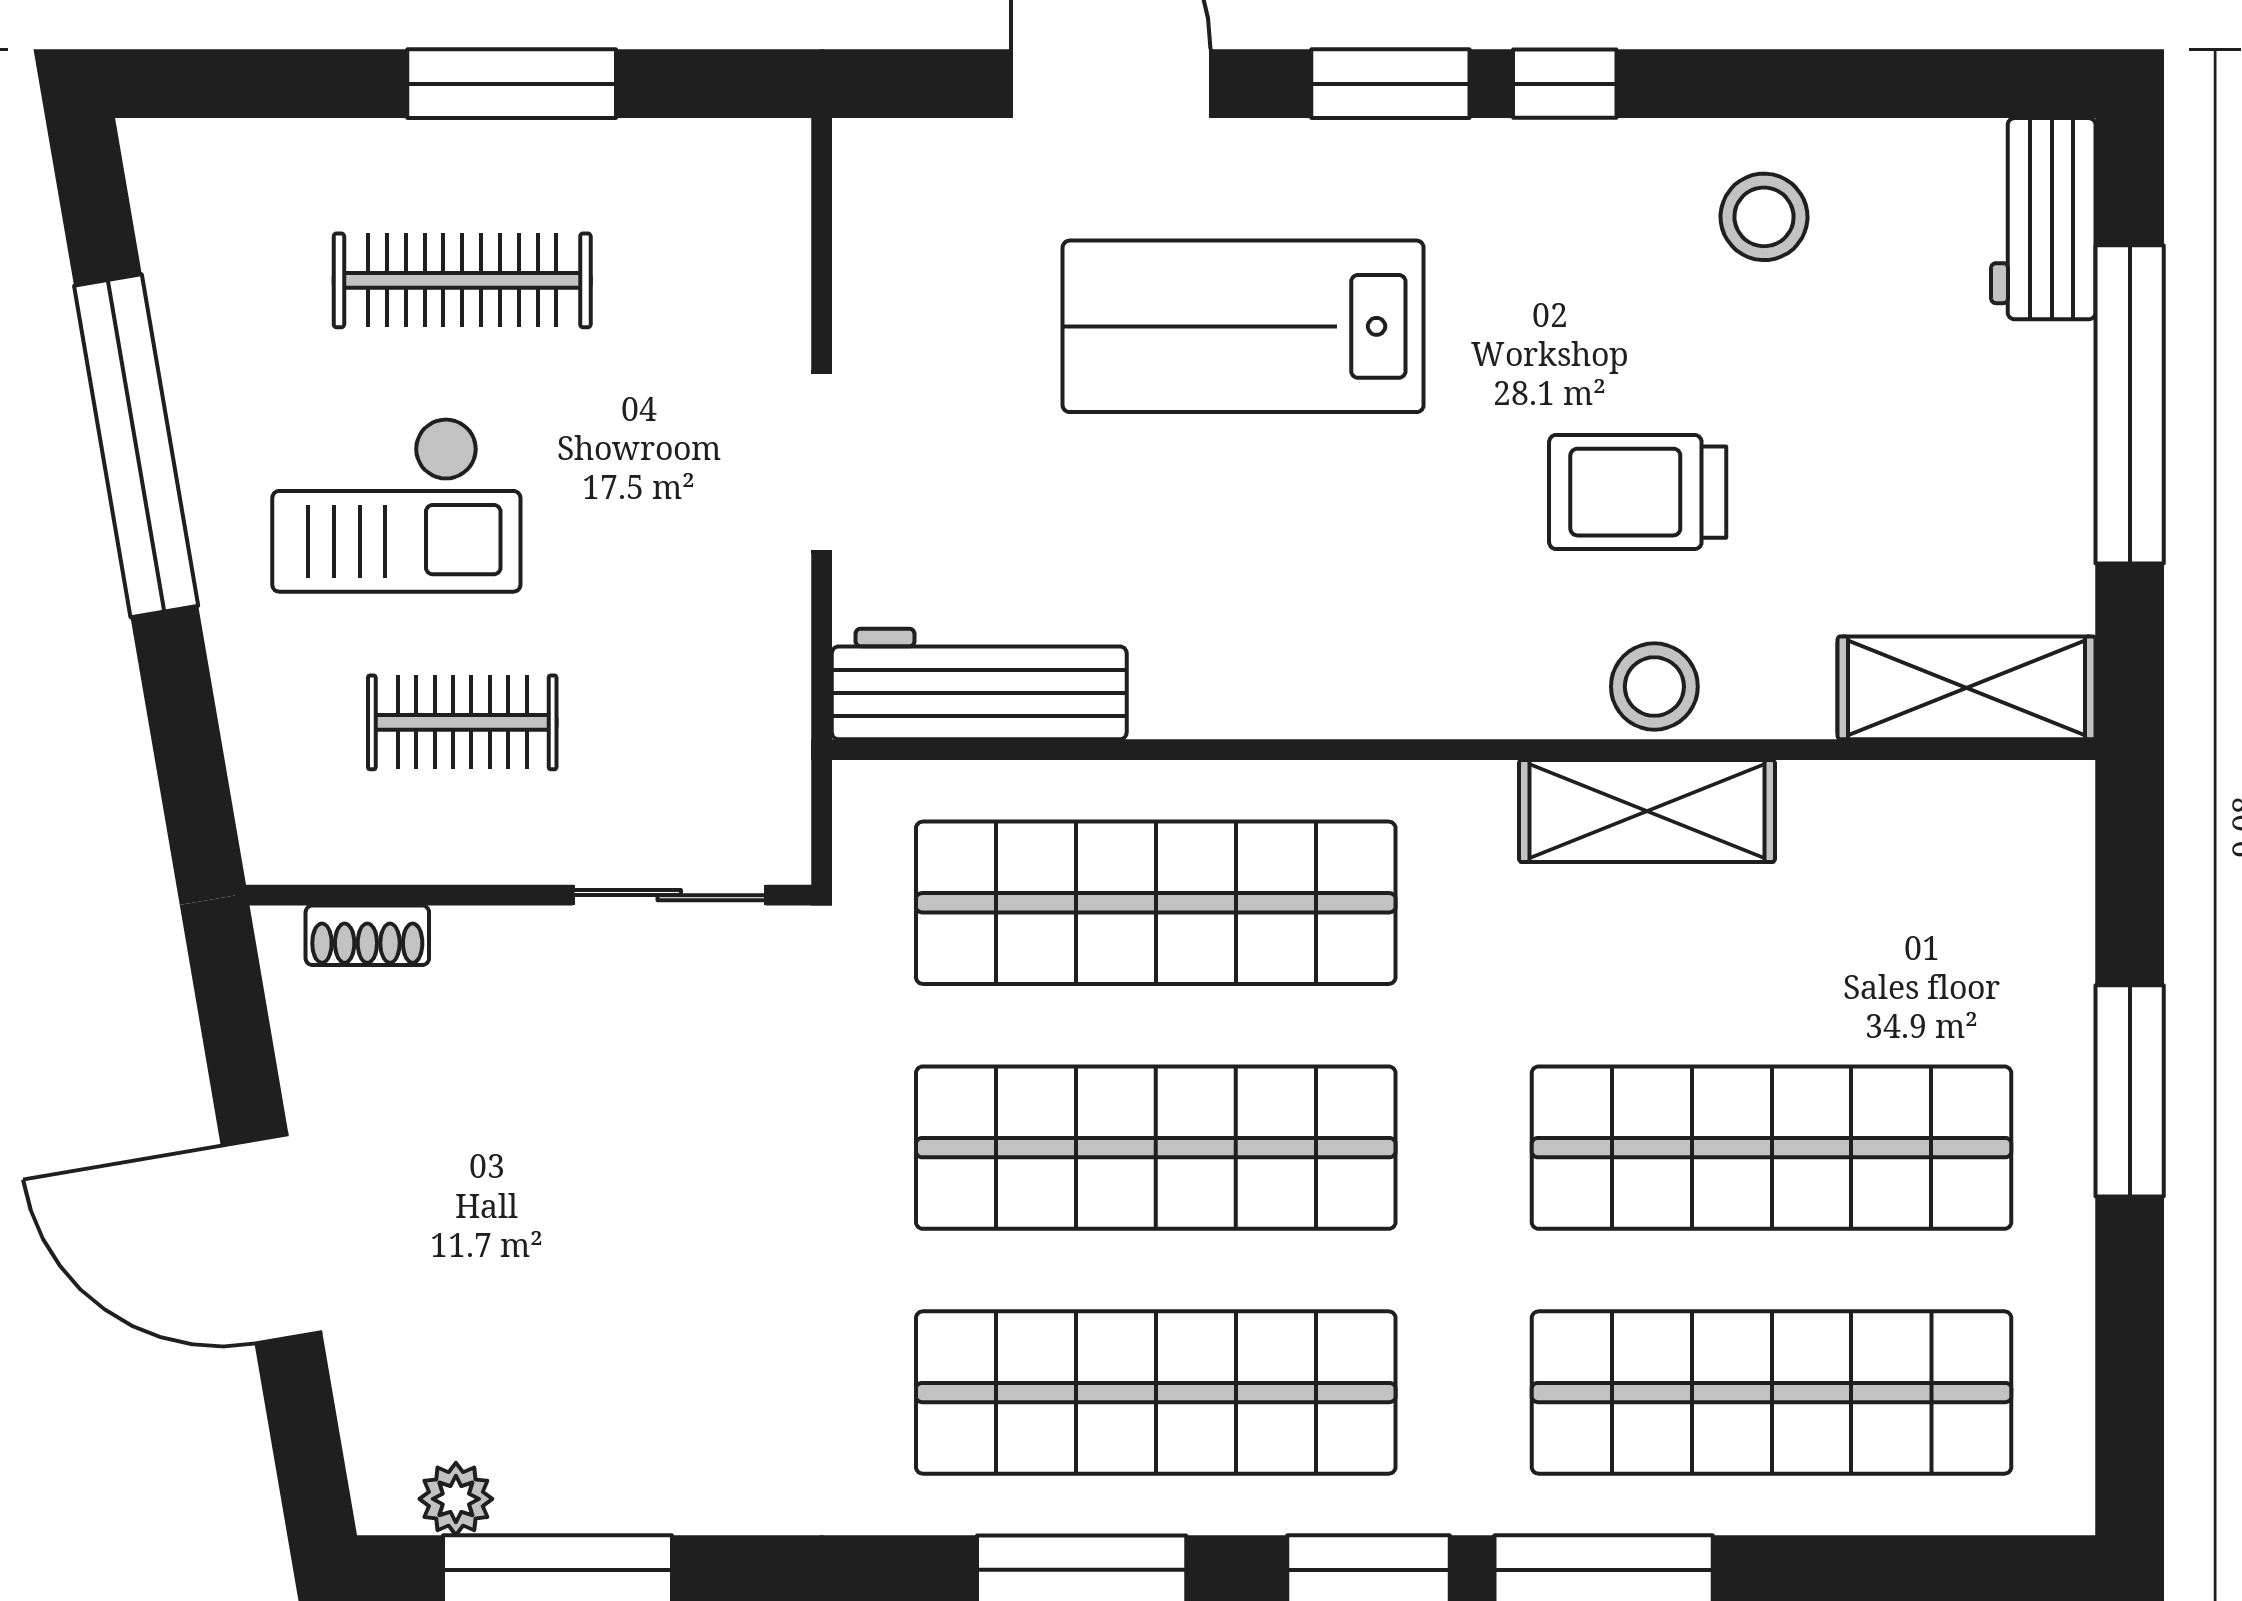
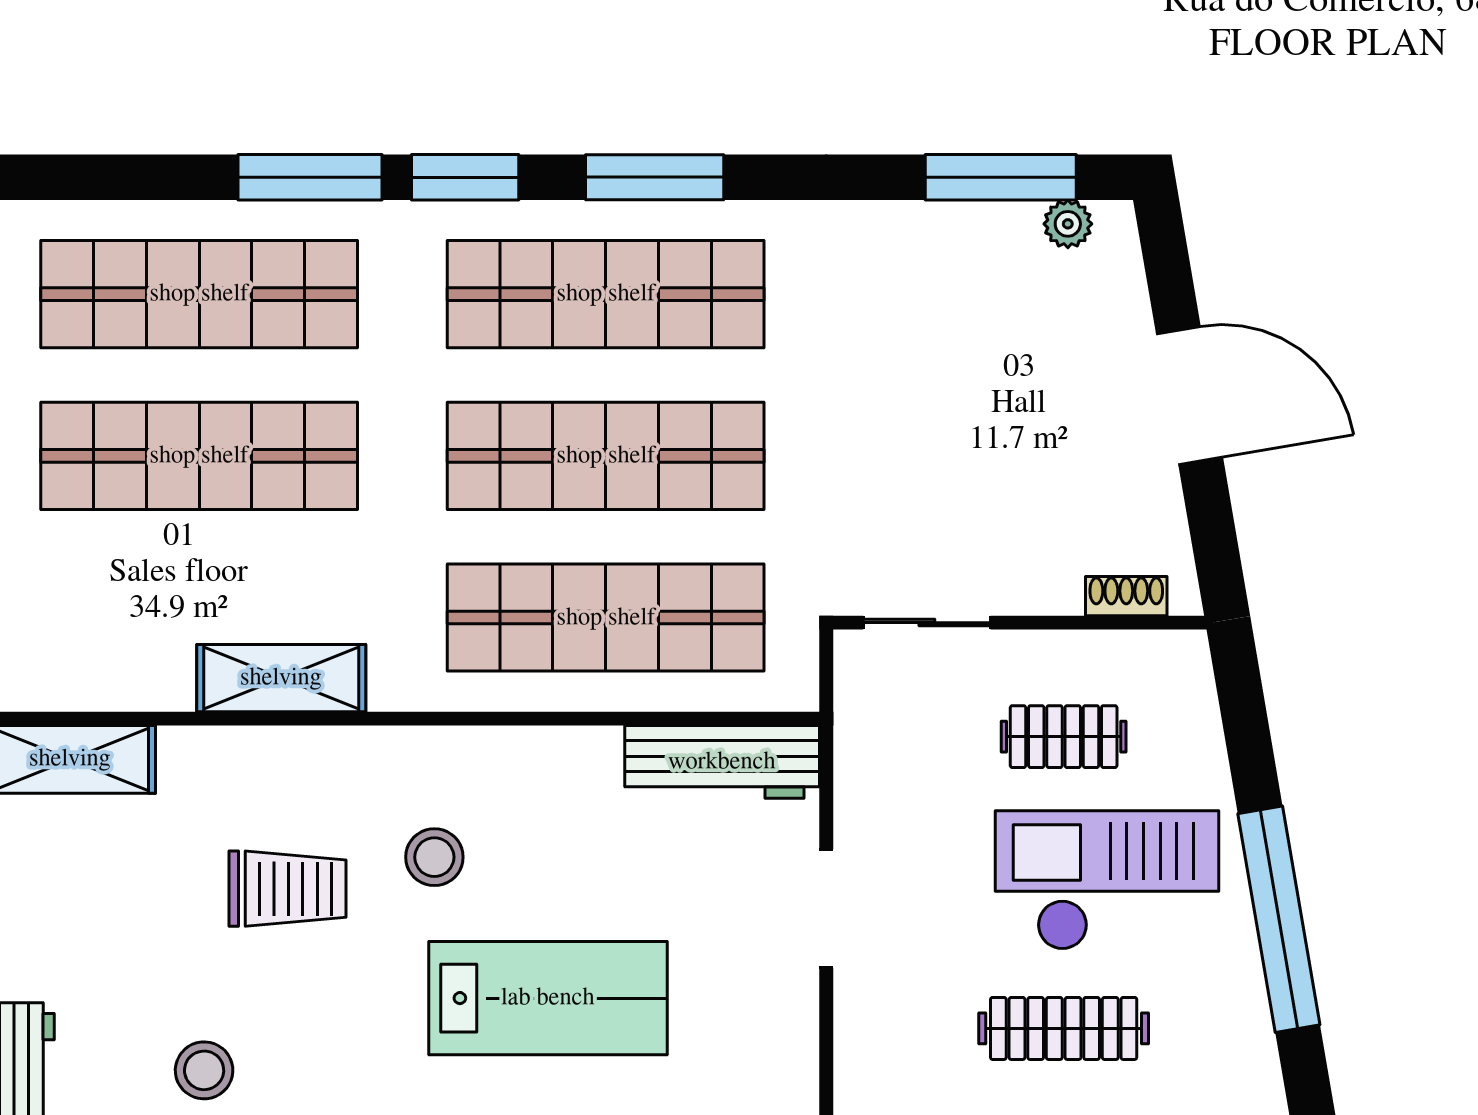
checkout: (396, 505) -> (1107, 880), width x1.36, depth x1.21
stool: (1654, 687) -> (434, 857), moved

